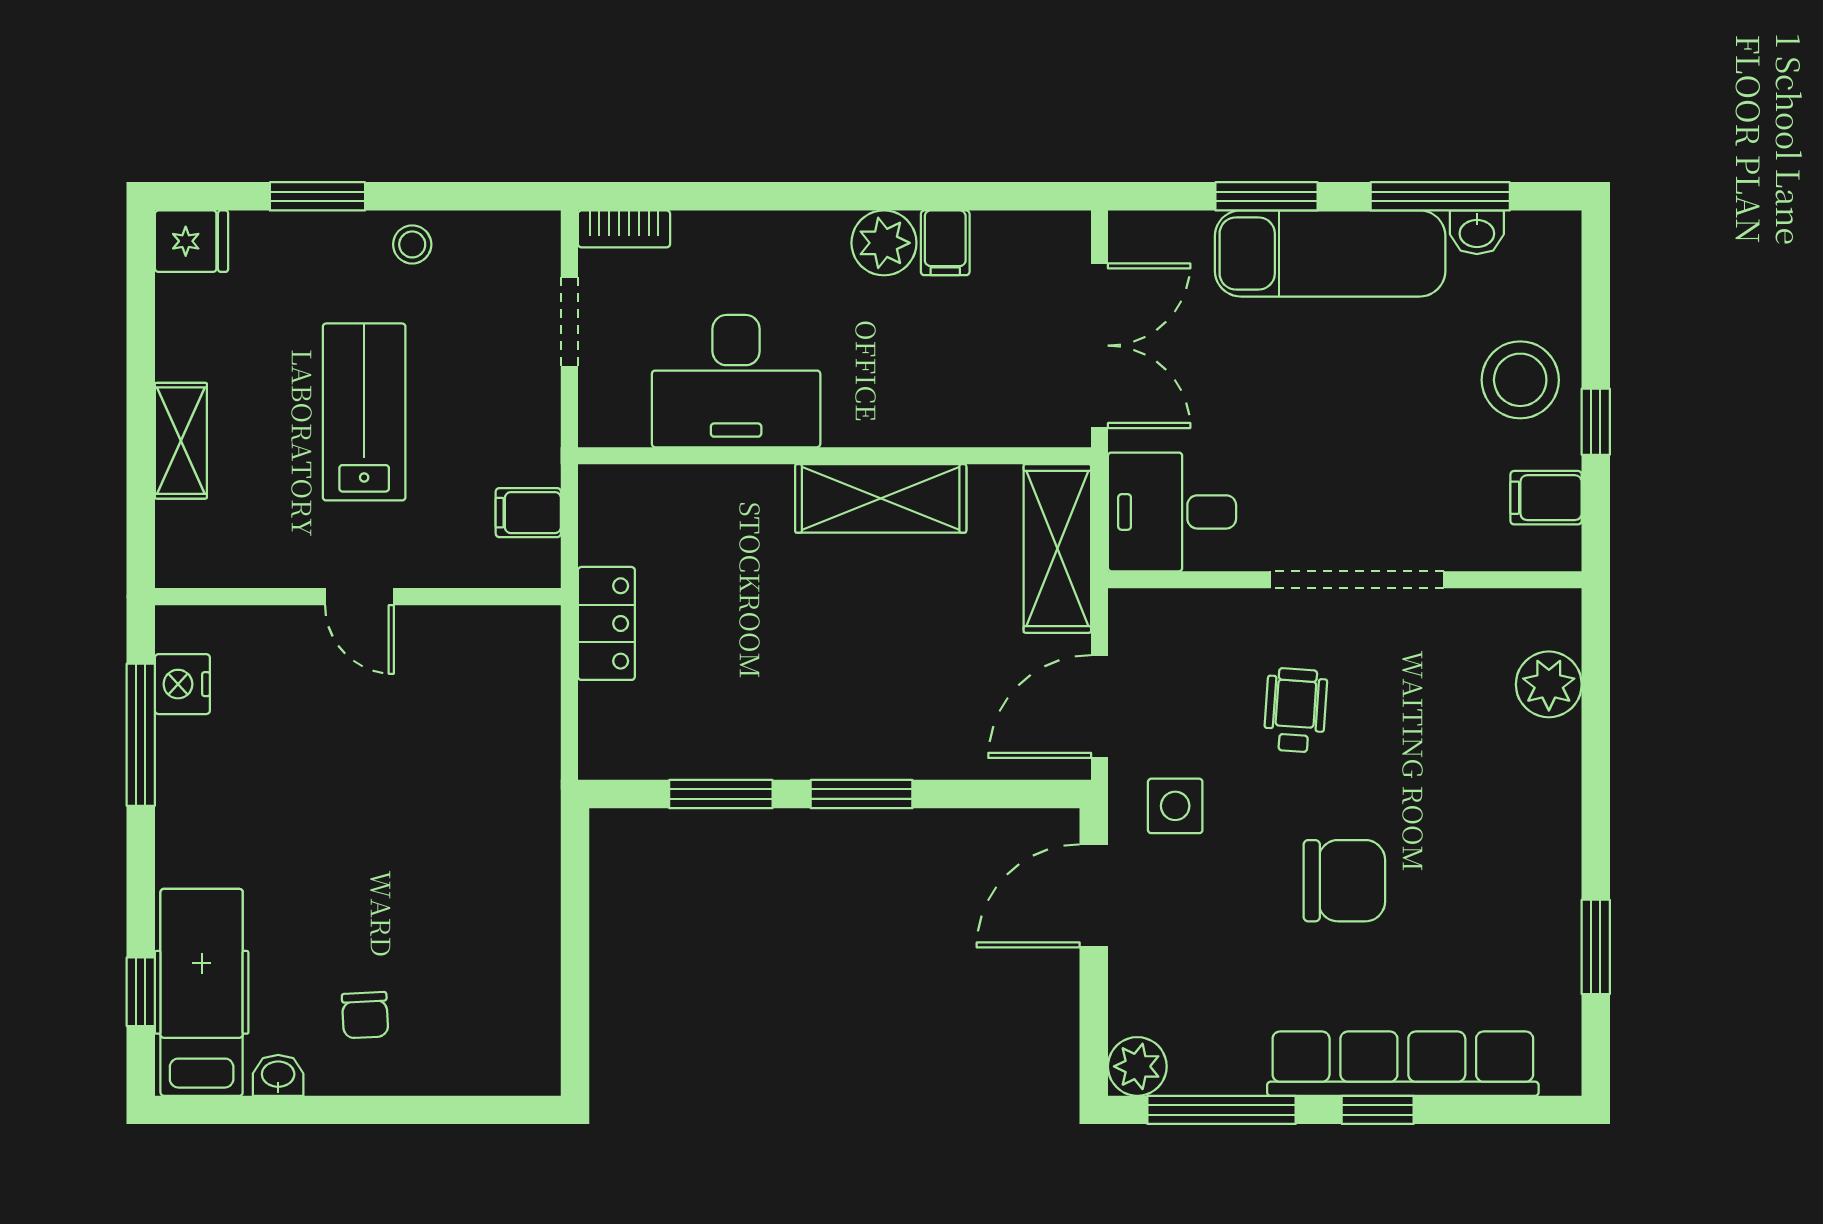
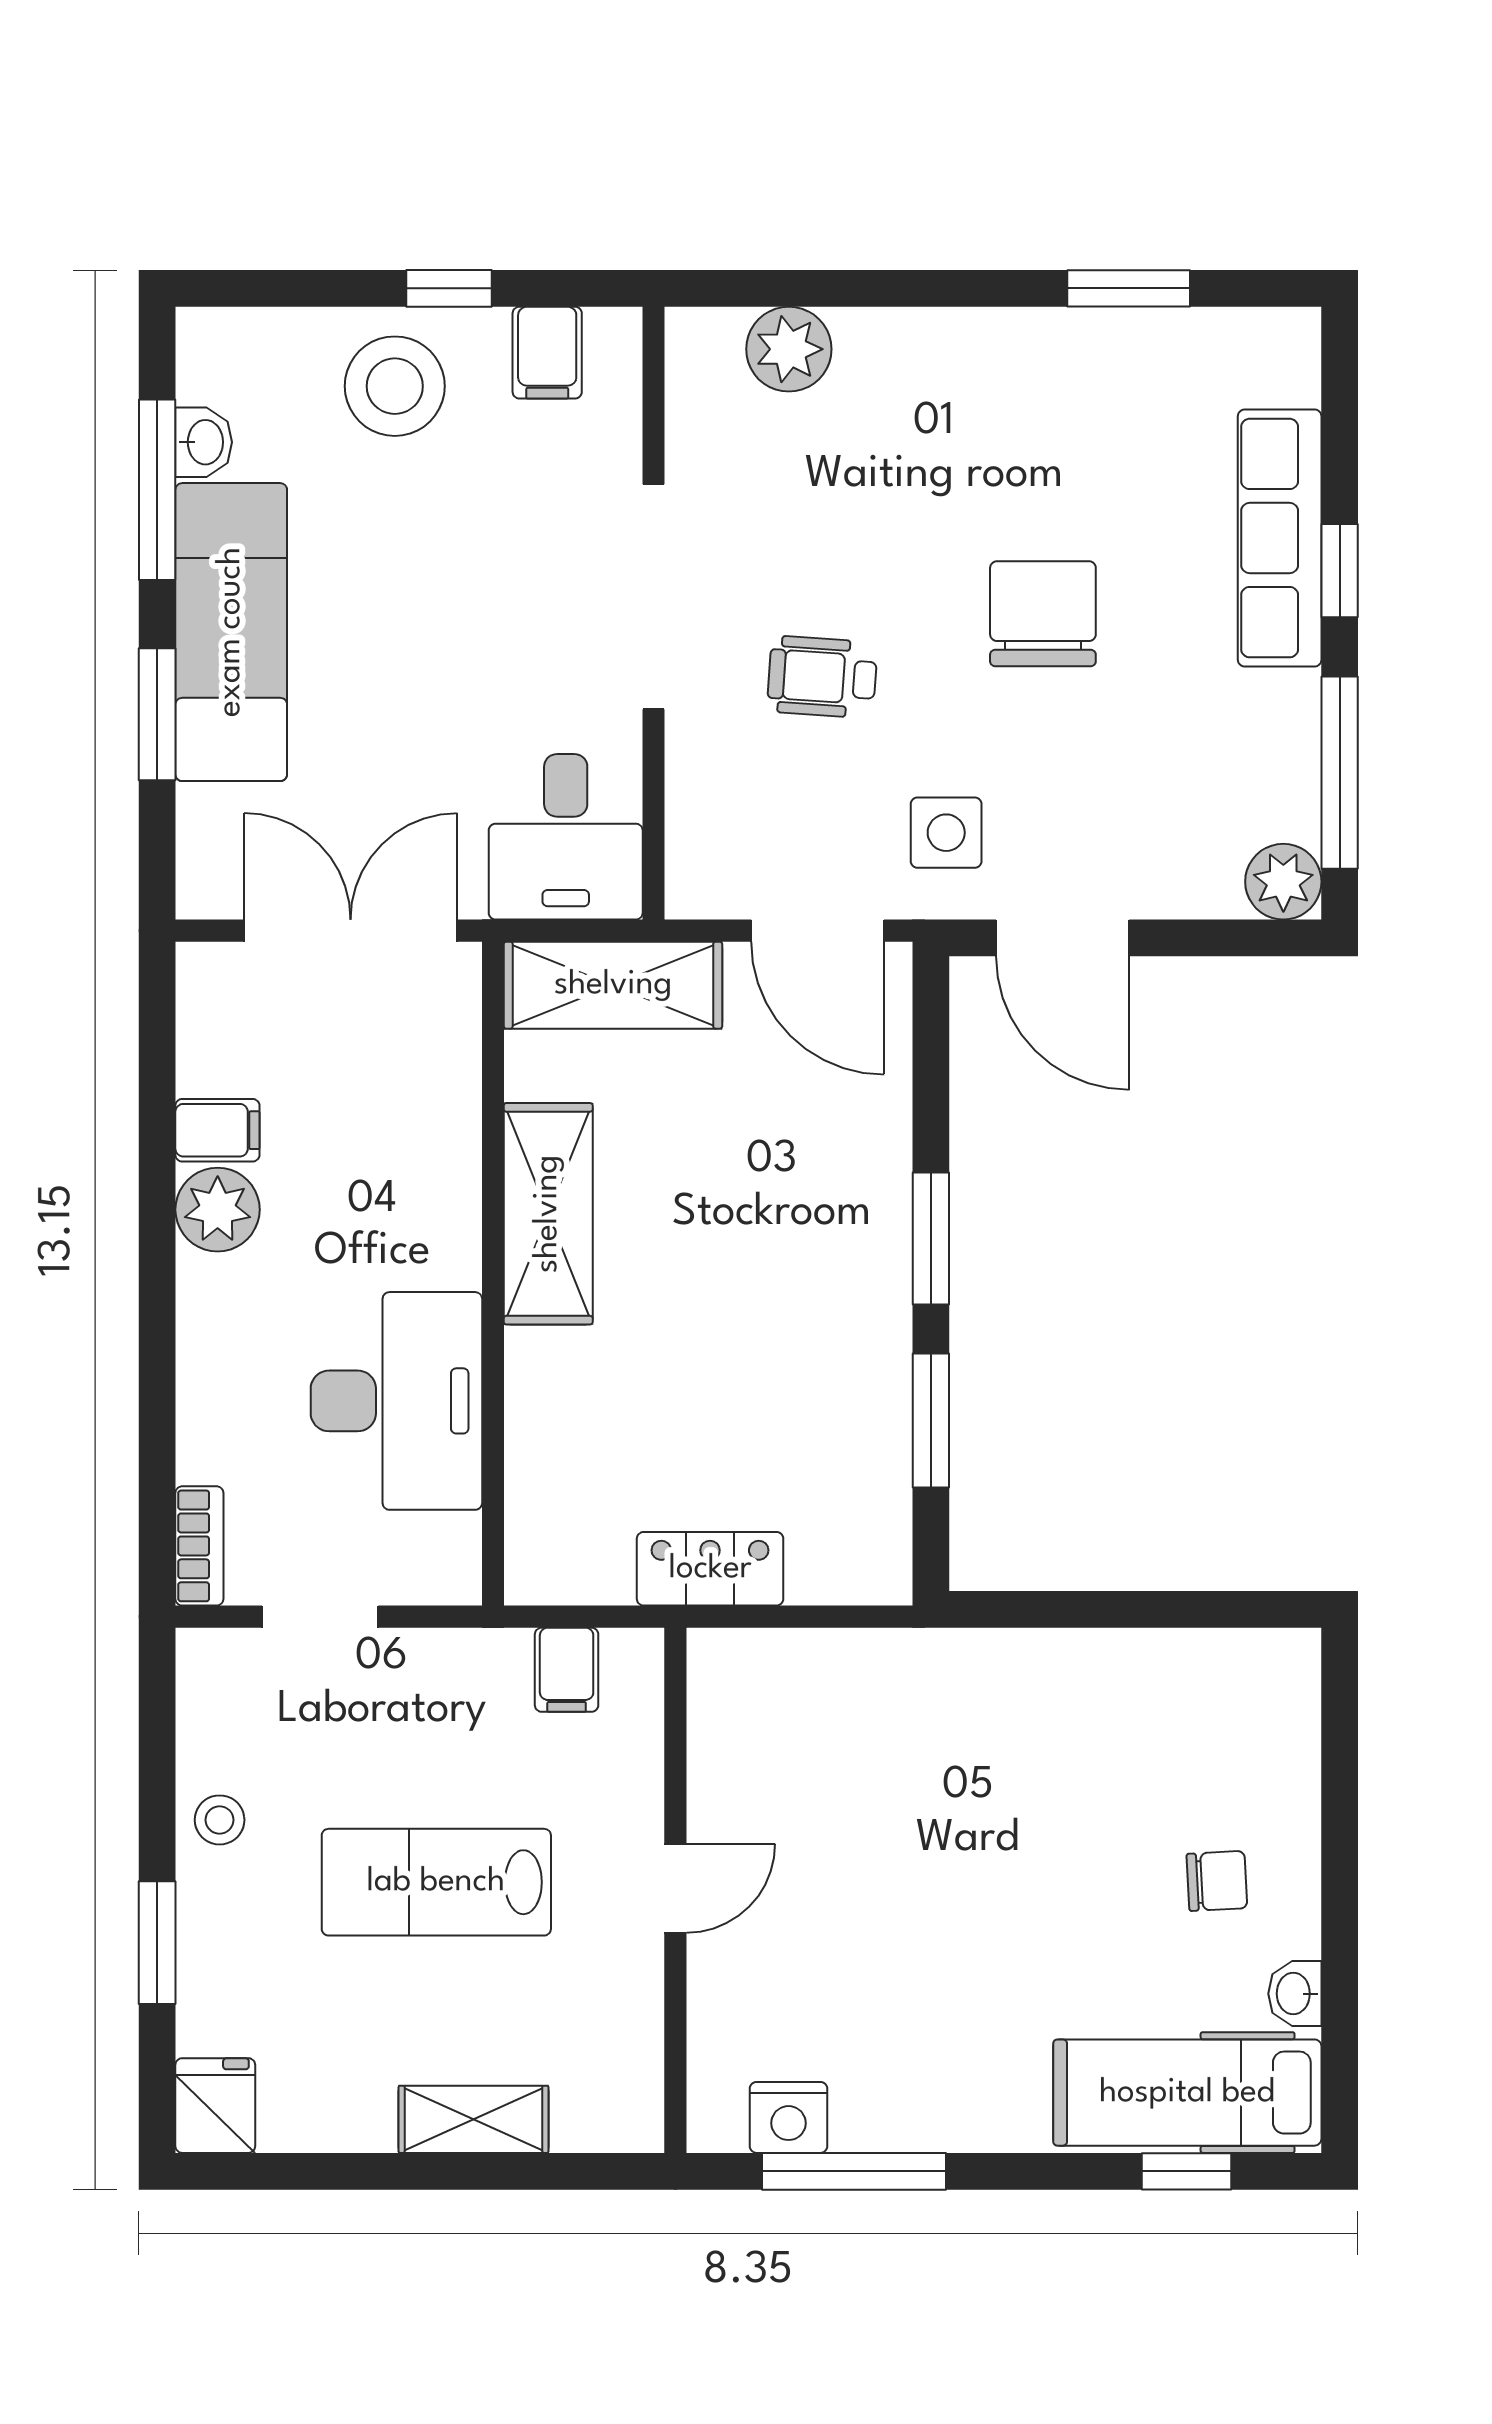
row of seats: (1403, 1064) -> (1280, 538), width x0.73

